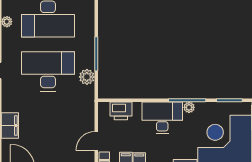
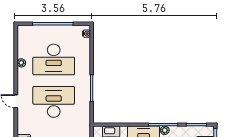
plant: (87, 77) -> (84, 106), removed

